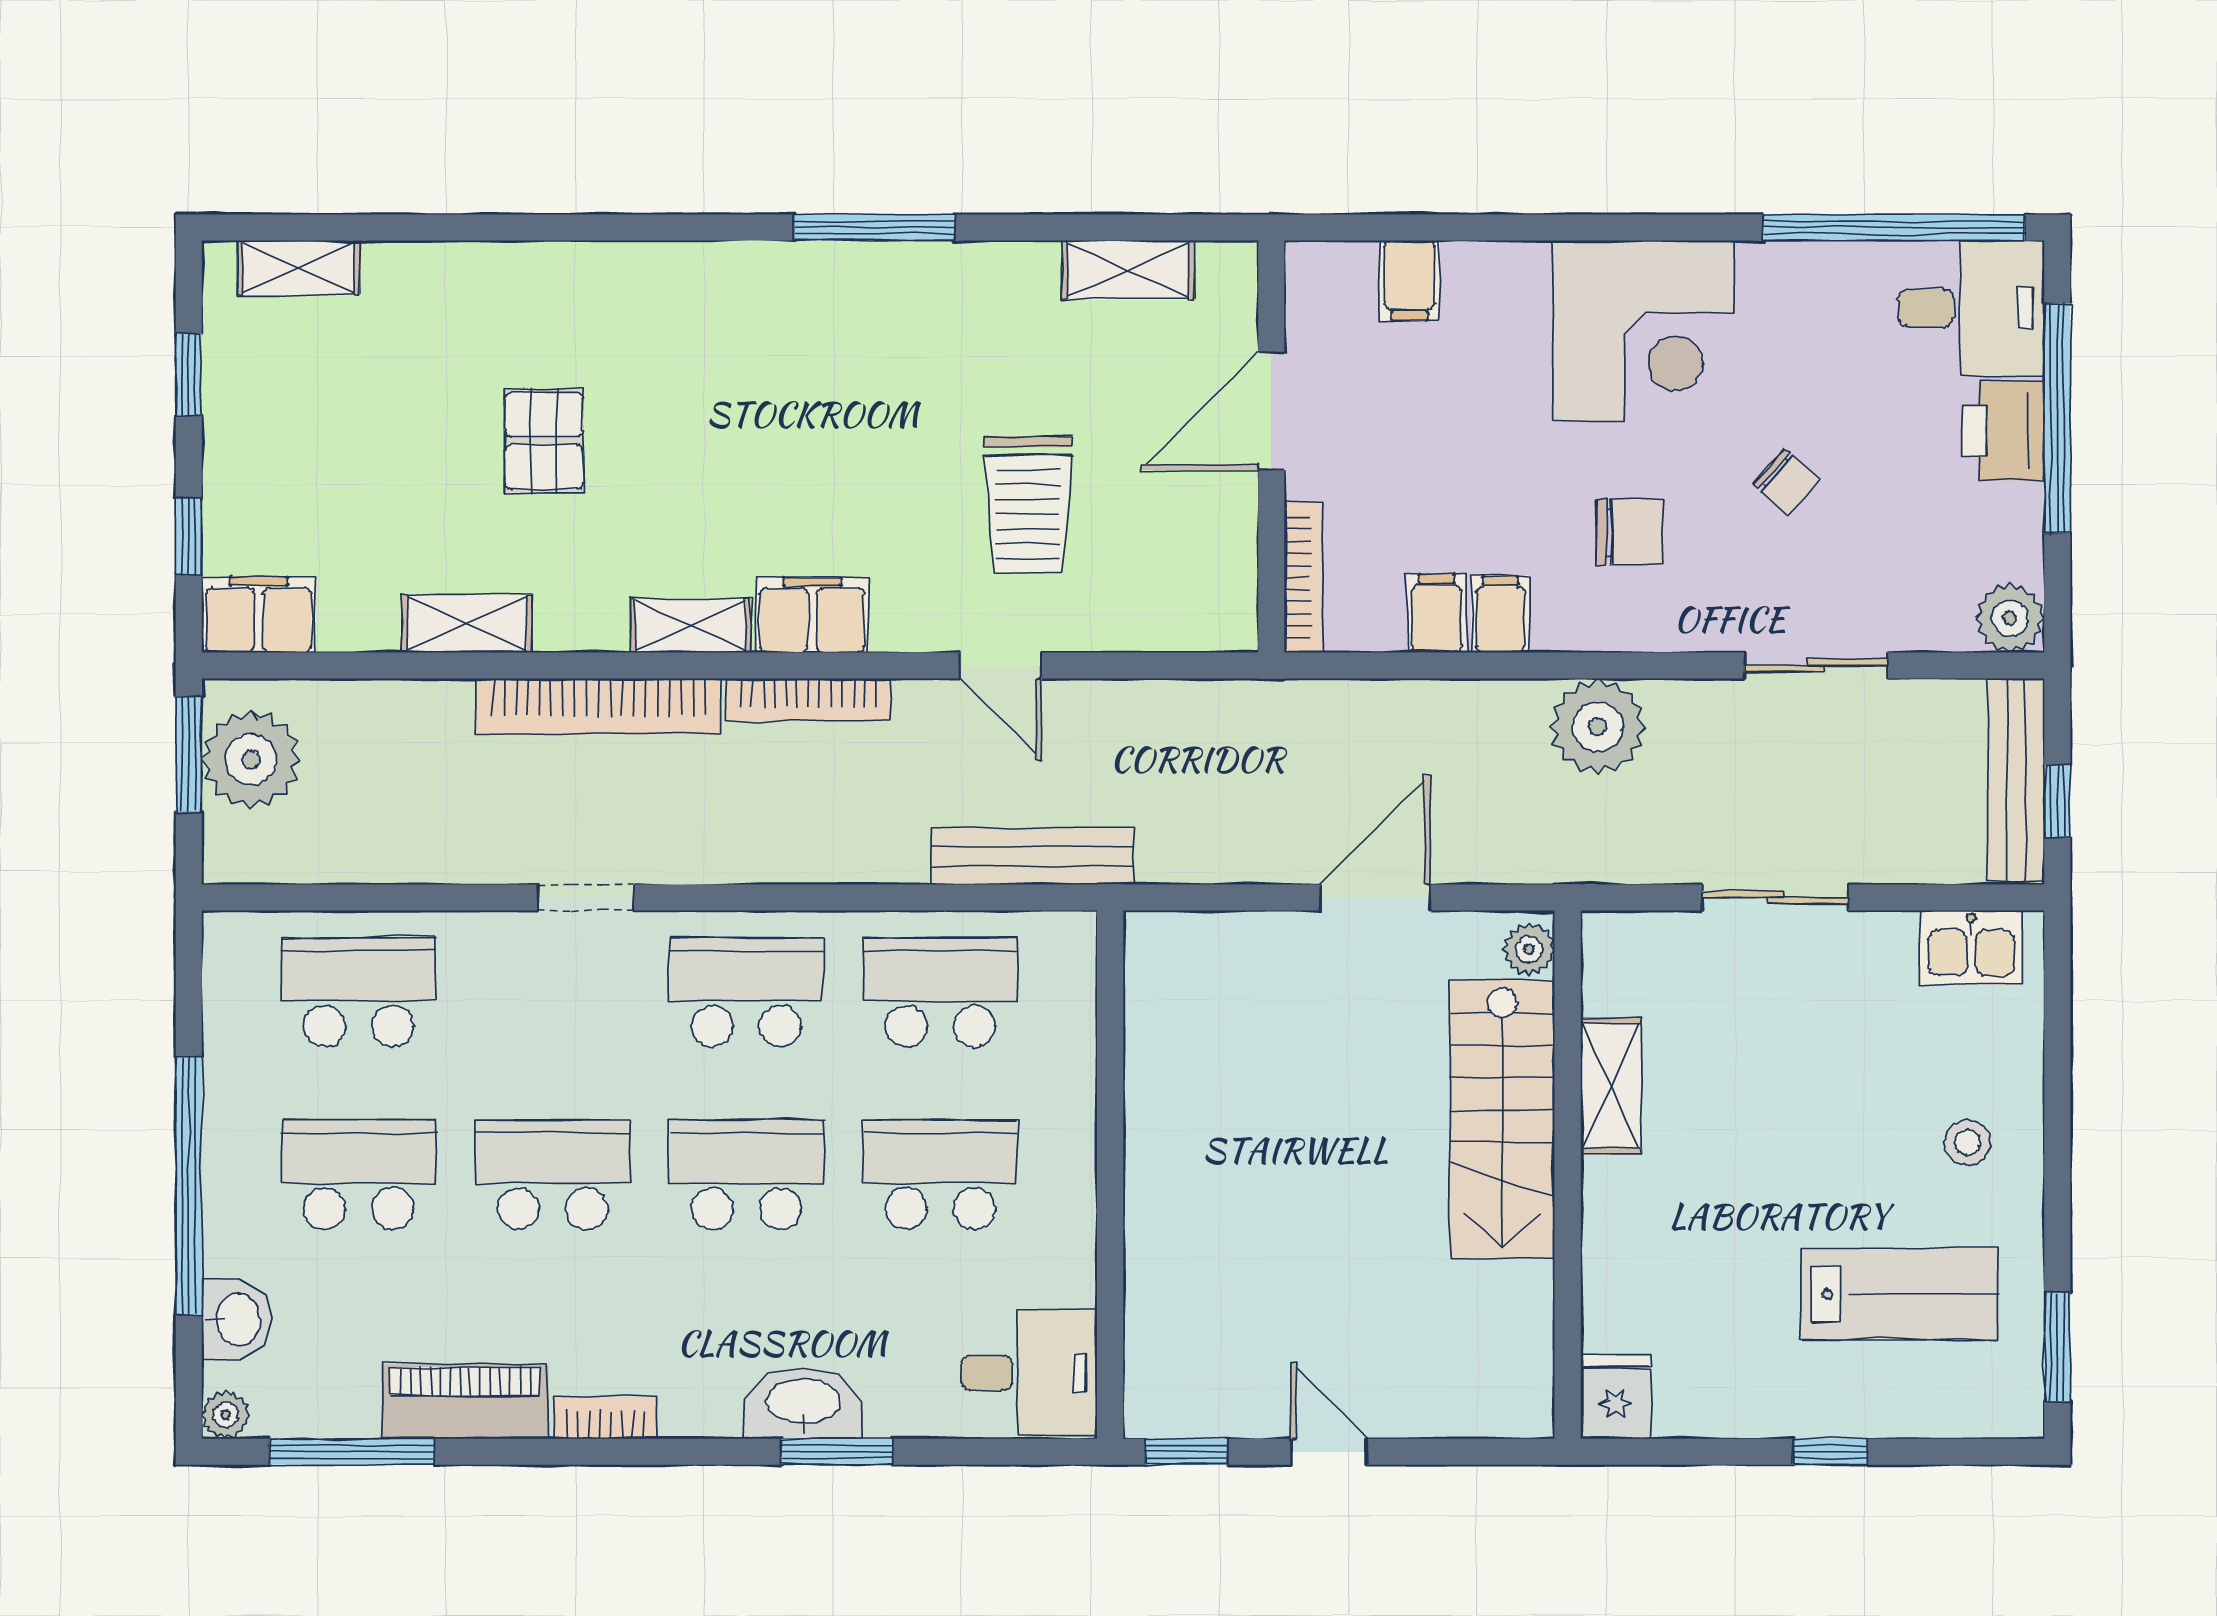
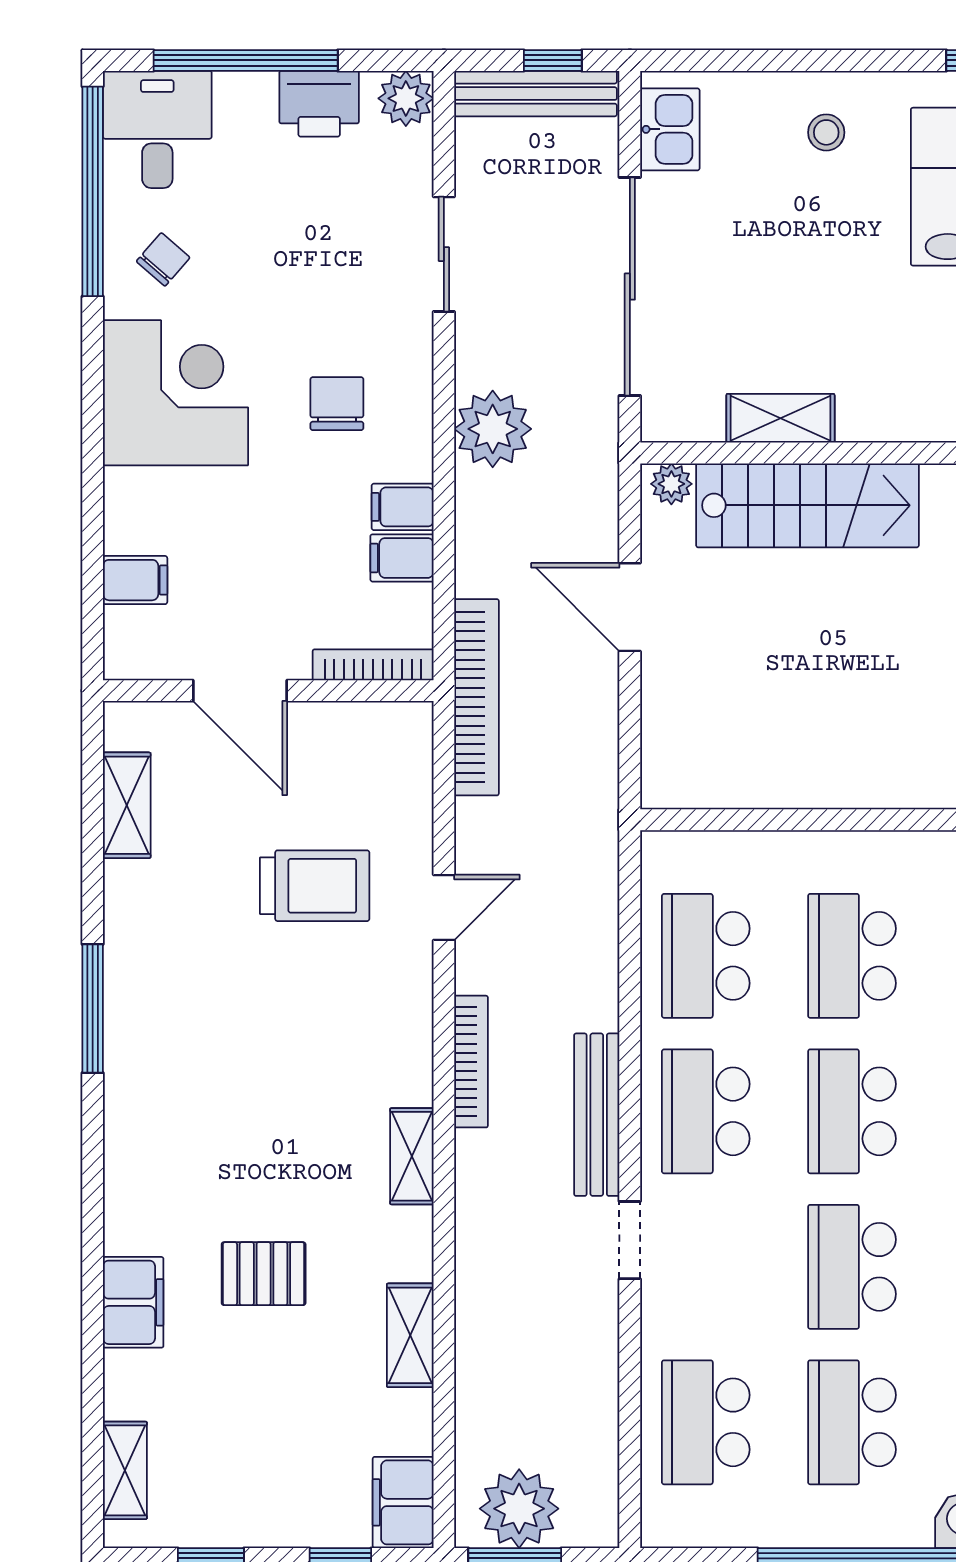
printer: (2003, 431) -> (319, 104), moved
chair: (1787, 482) -> (163, 259), moved
filing cabinet: (812, 615) -> (133, 1302), moved, turned 180
bookcase: (599, 706) -> (476, 697), moved
bench: (1033, 856) -> (597, 1115), moved
sliding door: (1775, 898) -> (630, 287), width x1.86

